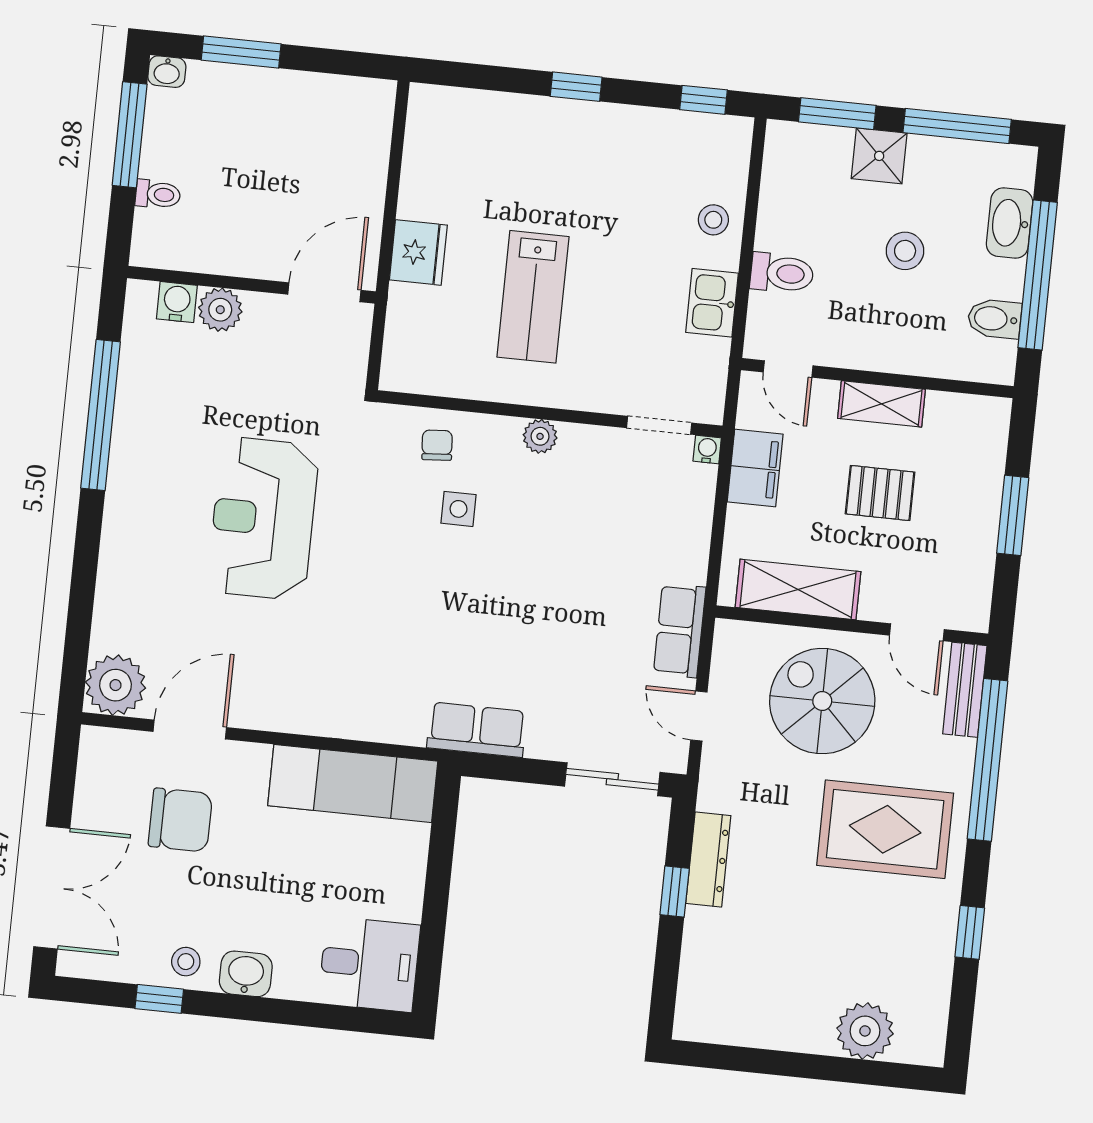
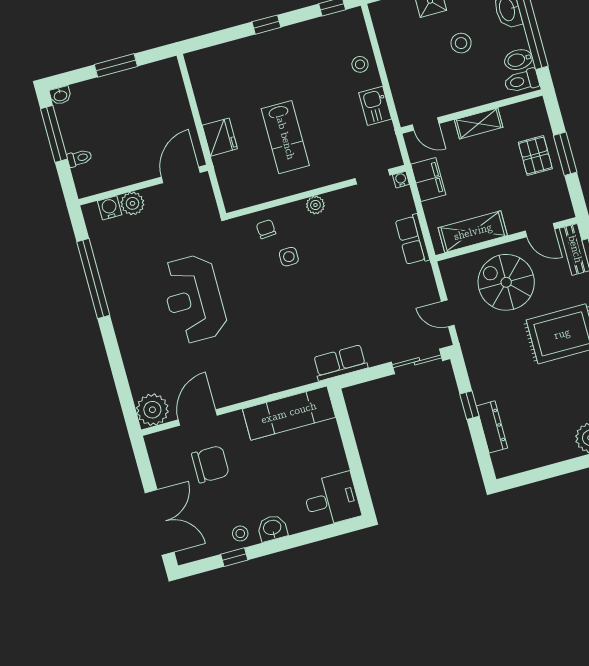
window: (241, 52) -> (116, 65), moved
toilet: (782, 273) -> (522, 81), moved, turned 180
pallet: (880, 493) -> (535, 156), moved, turned 90
row of seats: (680, 630) -> (412, 240), moved
dresser: (708, 860) -> (492, 427), moved

